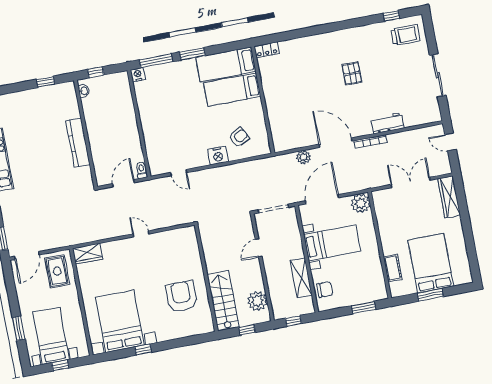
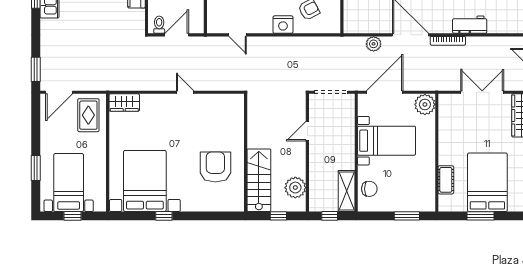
toilet: (142, 170) -> (159, 25), moved
shelving: (301, 278) -> (347, 191), moved

